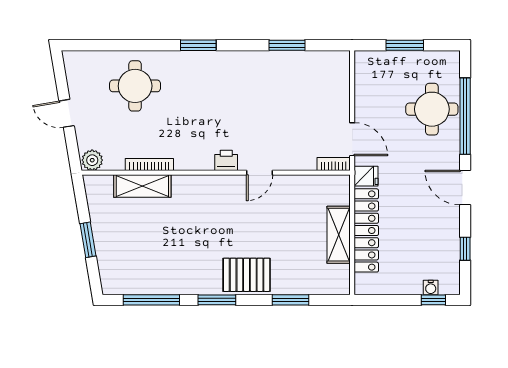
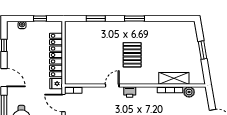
plant: (92, 160) -> (189, 92), moved
shelving: (339, 235) -> (71, 53), removed
pallet: (247, 275) -> (132, 55), moved, turned 90
window: (151, 300) -> (169, 18), removed
window: (433, 300) -> (40, 18), moved

